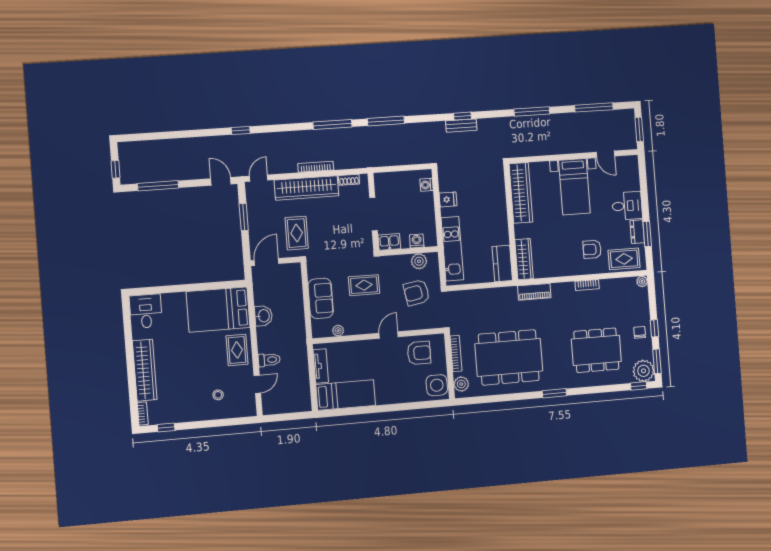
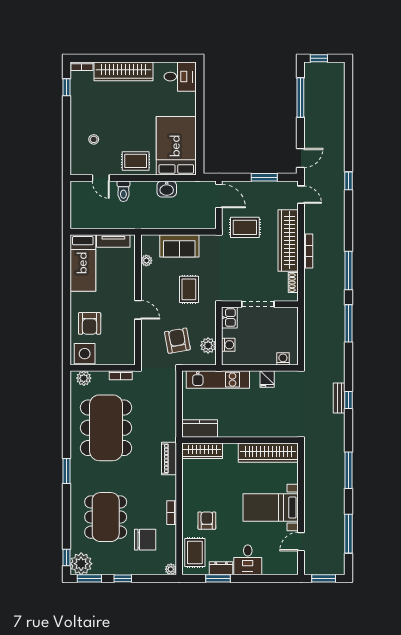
chair: (640, 332) -> (145, 540), moved, width x1.87, depth x1.87
armchair: (419, 353) -> (90, 323), moved
bookcase: (456, 353) -> (121, 375), width x0.64

